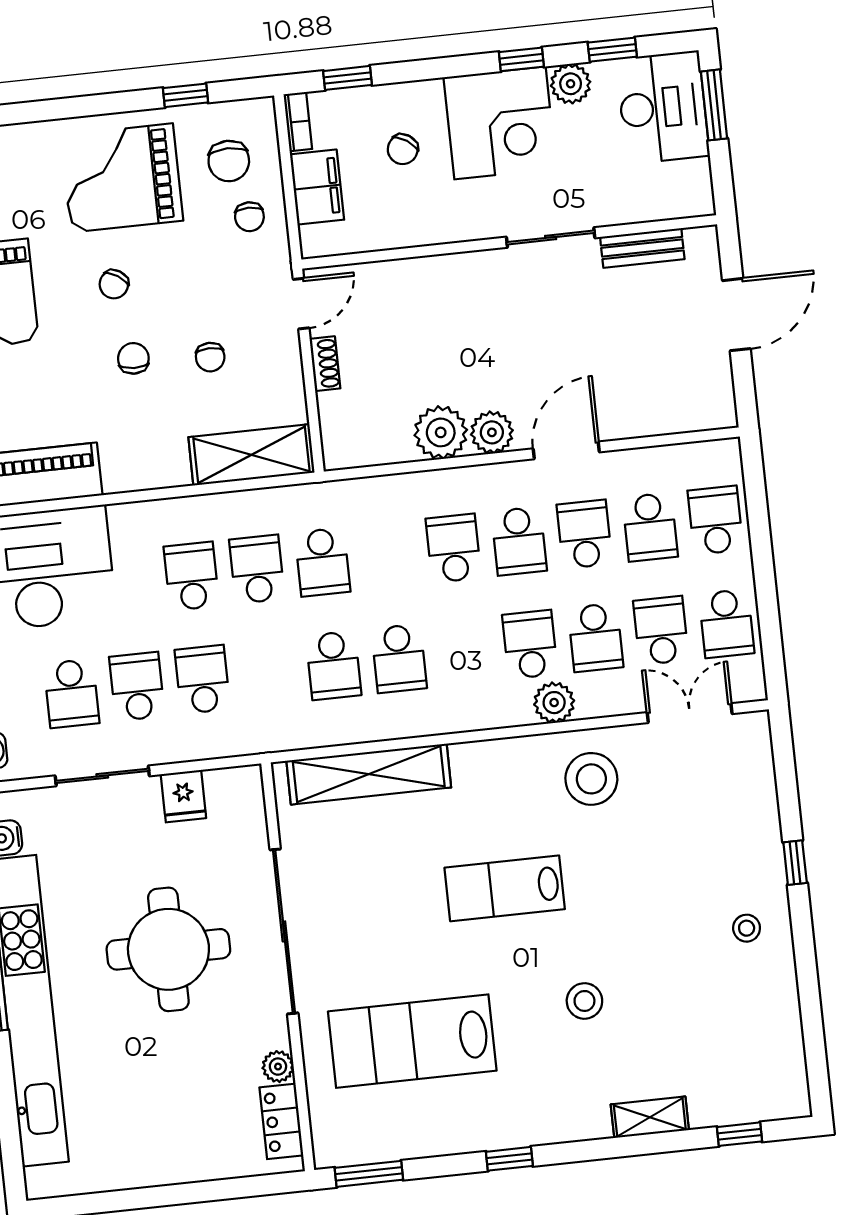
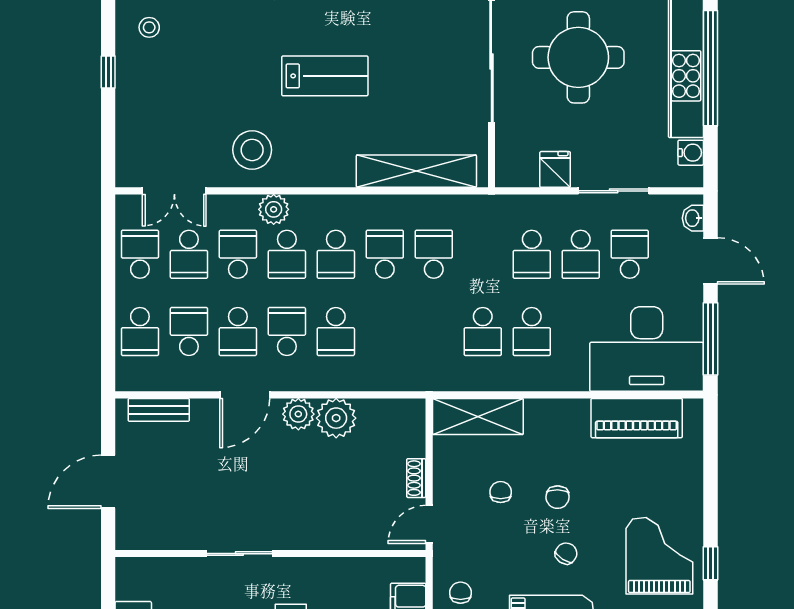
bench: (642, 248) -> (159, 410), moved
school desk: (322, 562) -> (336, 254), moved, turned 180

